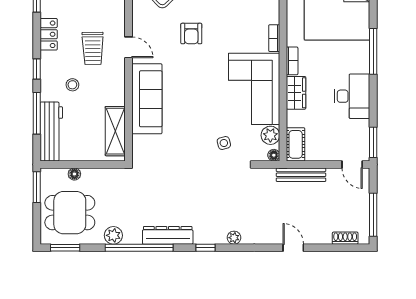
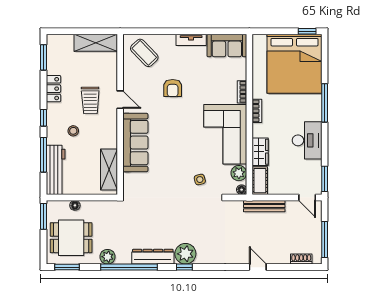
wardrobe: (296, 93) -> (260, 152), moved
plant: (234, 238) -> (185, 254), moved, width x1.88, depth x1.88

